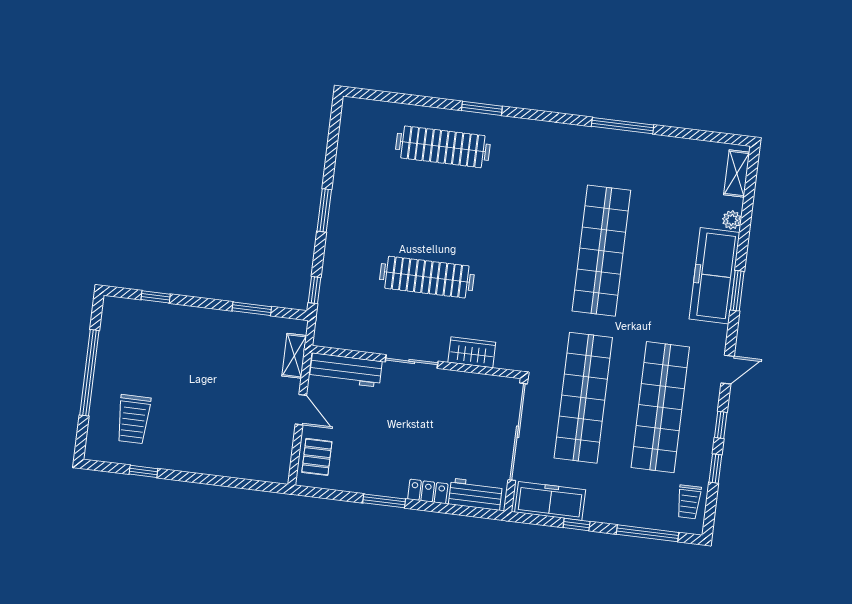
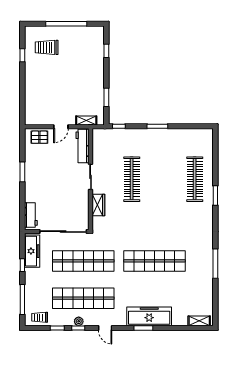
plant: (732, 220) -> (79, 321), moved
locker: (428, 491) -> (29, 192), removed

